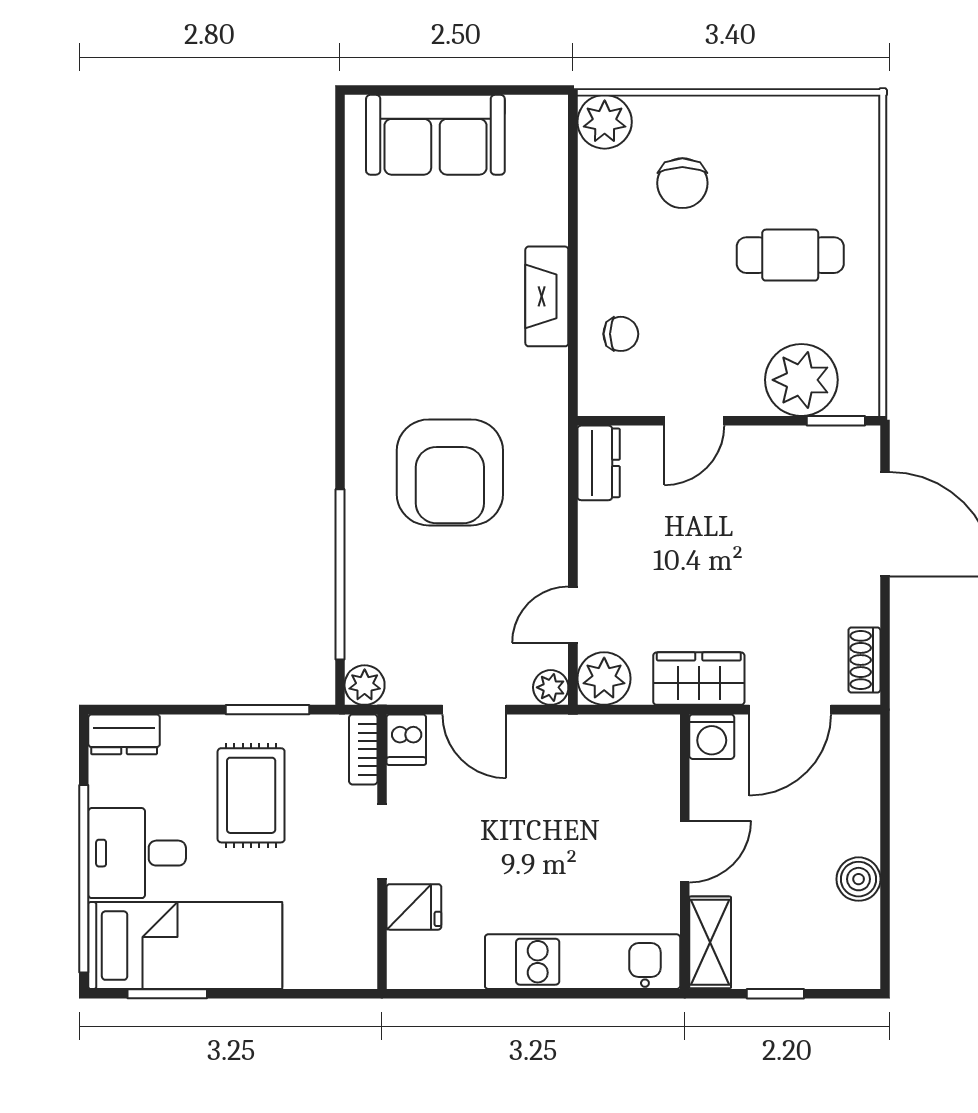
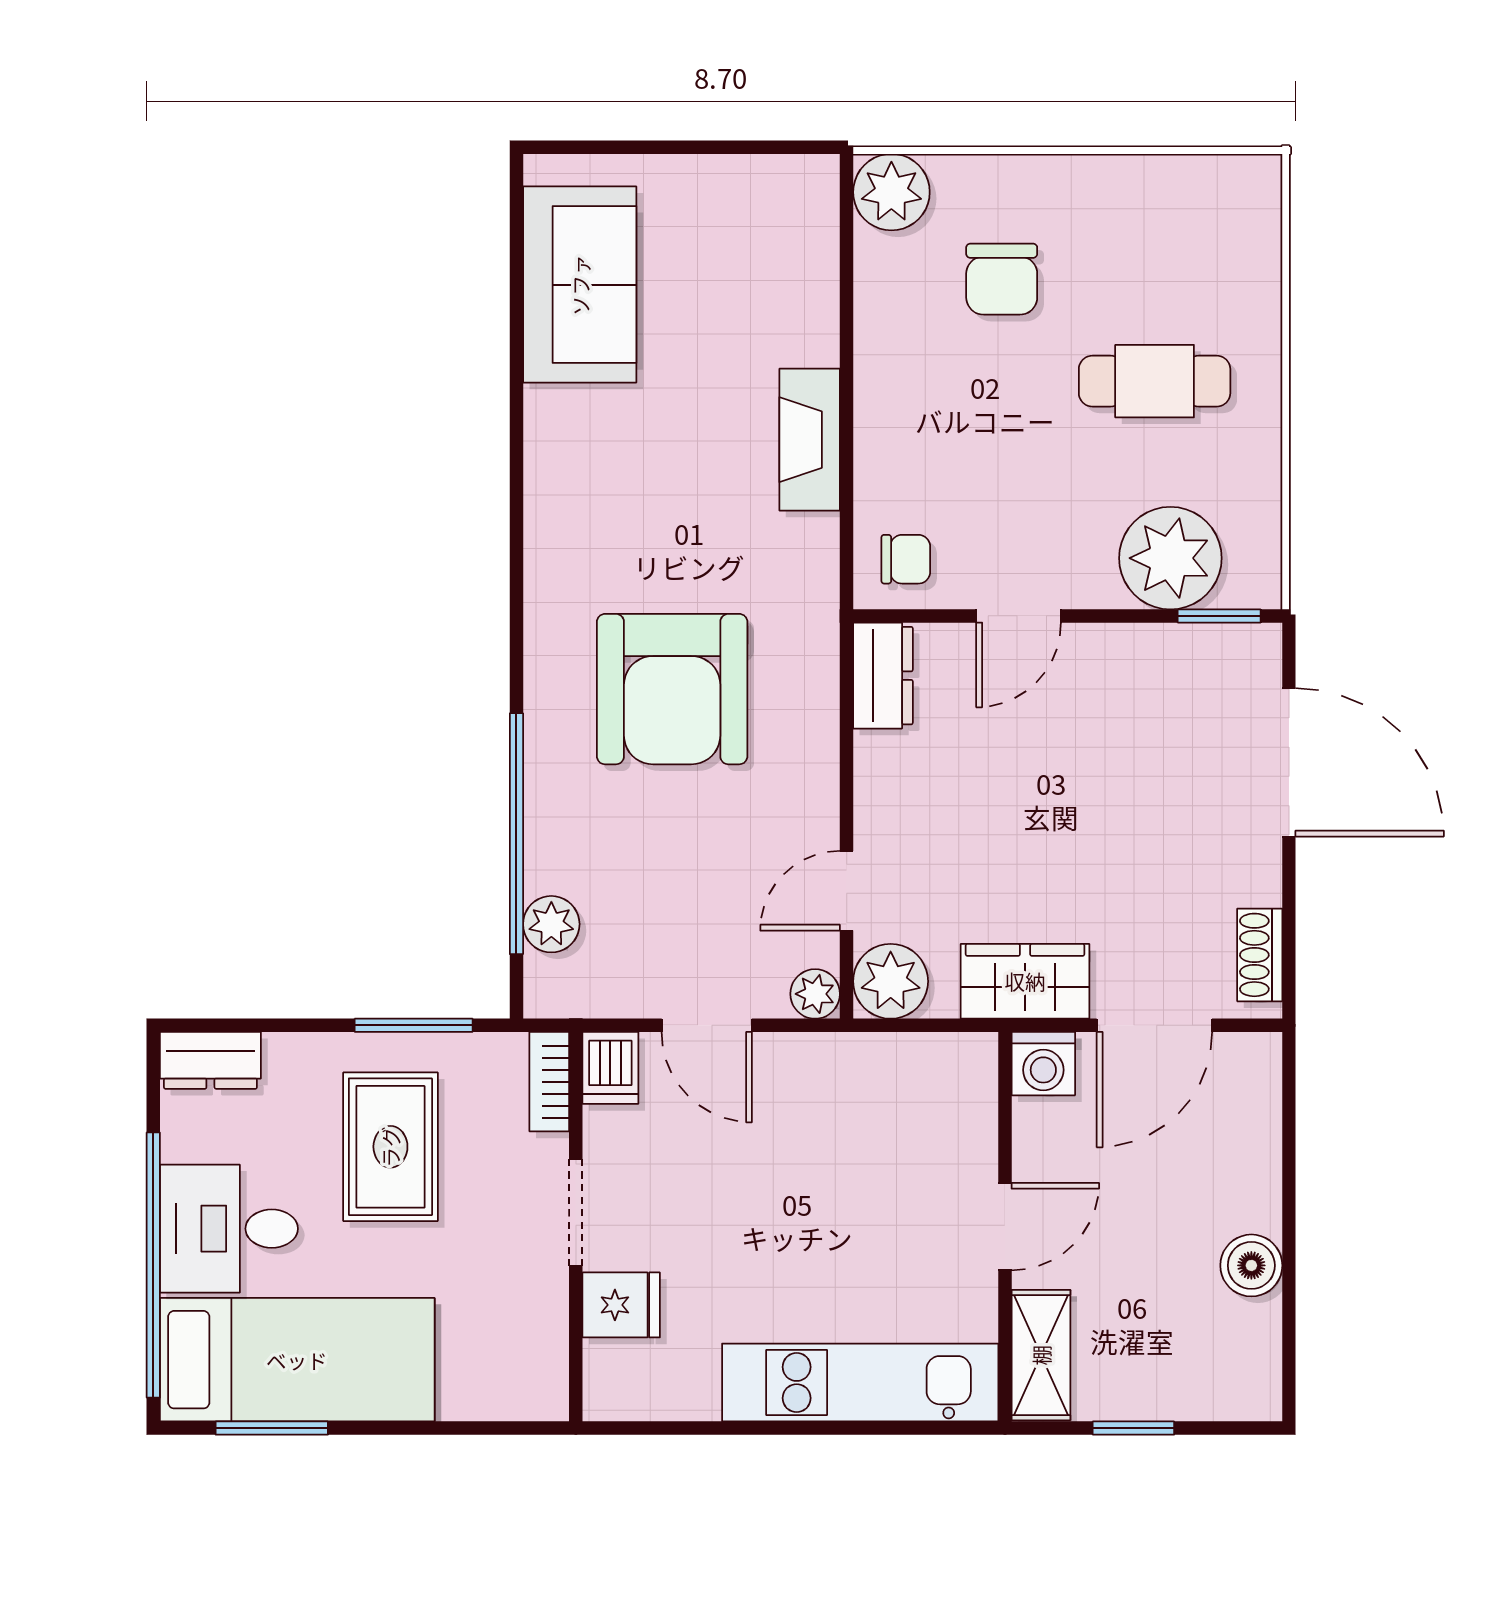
sofa: (435, 135) -> (580, 285), moved, turned -90
chair: (621, 334) -> (906, 559), moved
plant: (365, 685) -> (551, 924), moved

